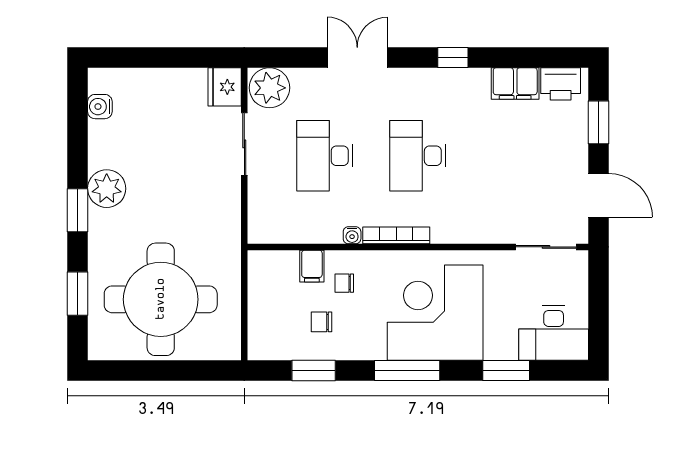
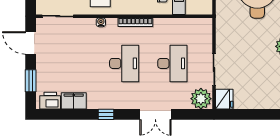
water cooler: (352, 235) -> (101, 22), moved

